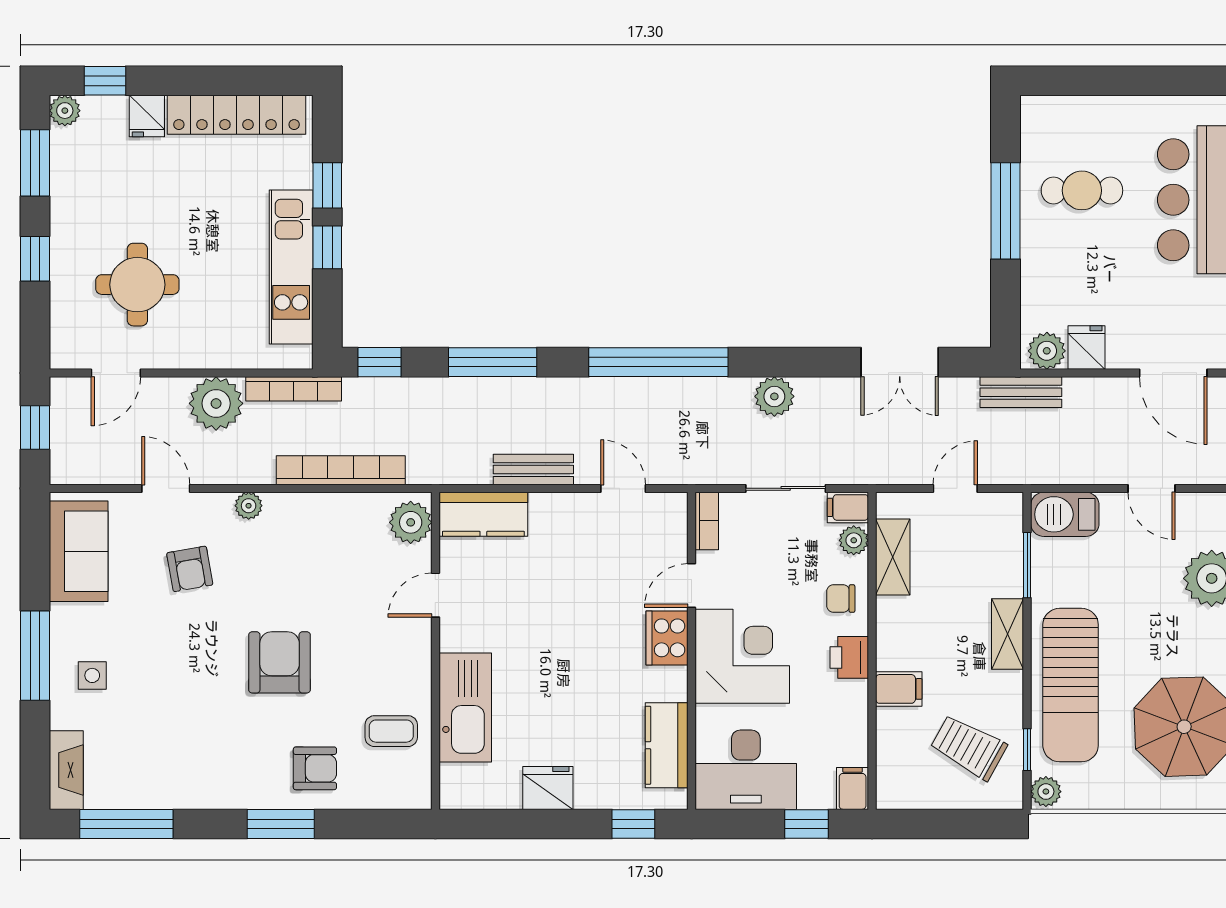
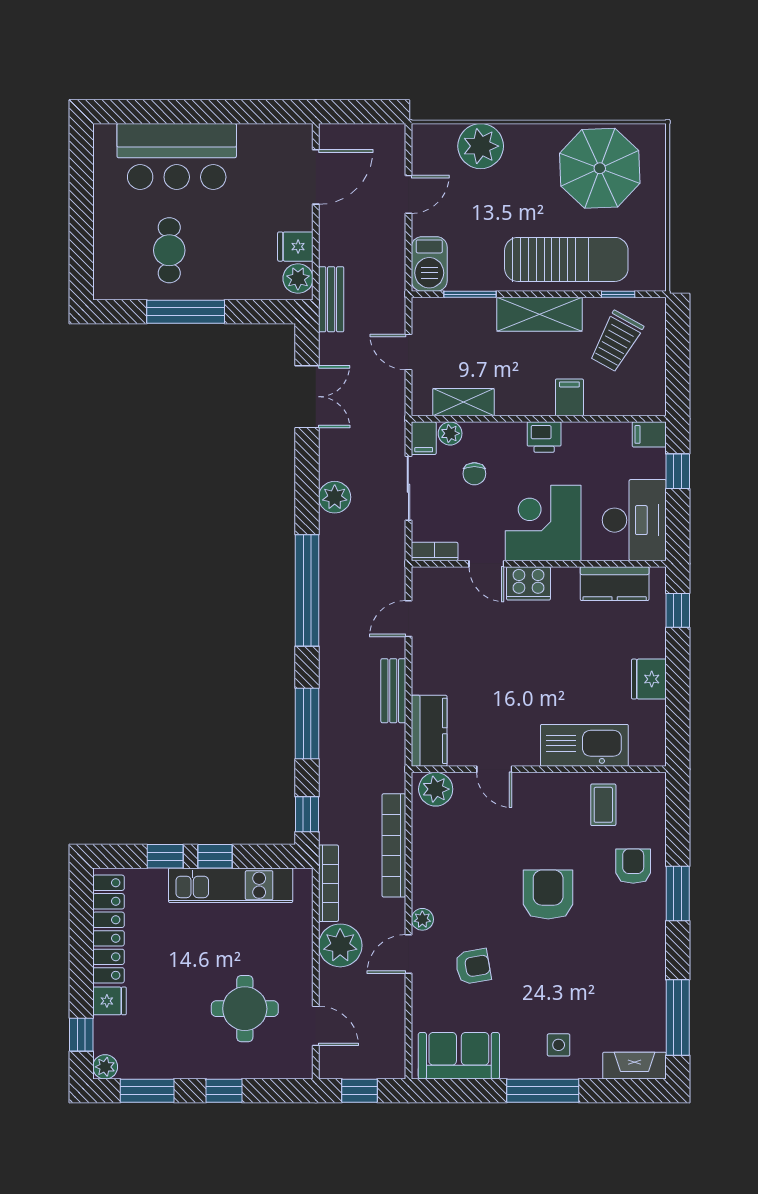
door: (166, 488) -> (408, 954), moved
chair: (841, 599) -> (474, 474), moved
shelving: (1008, 634) -> (540, 314), width x1.50, depth x1.33
armchair: (280, 662) -> (548, 894), turned 90
plant: (1046, 792) -> (652, 279), removed

